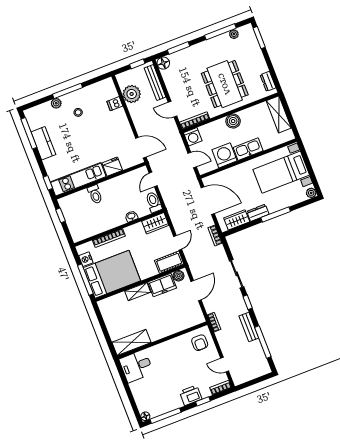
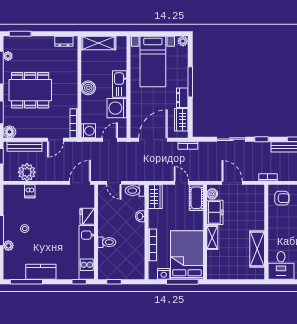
dining table: (225, 84) -> (30, 90), moved
shelving: (132, 342) -> (257, 249), moved

